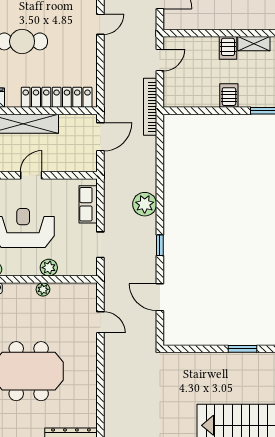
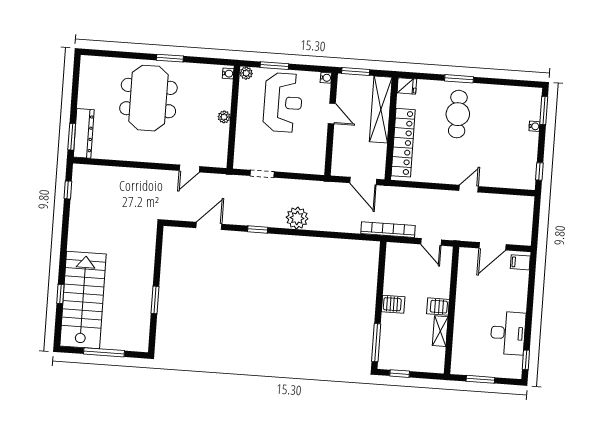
door: (100, 24) -> (469, 189), swing flipped
row of seats: (88, 204) -> (301, 165), removed
plant: (49, 268) -> (244, 124), removed

